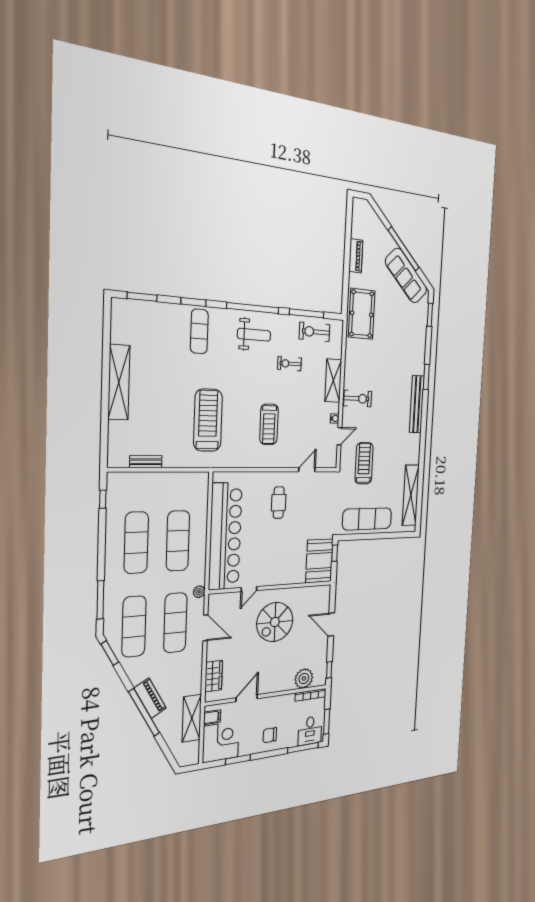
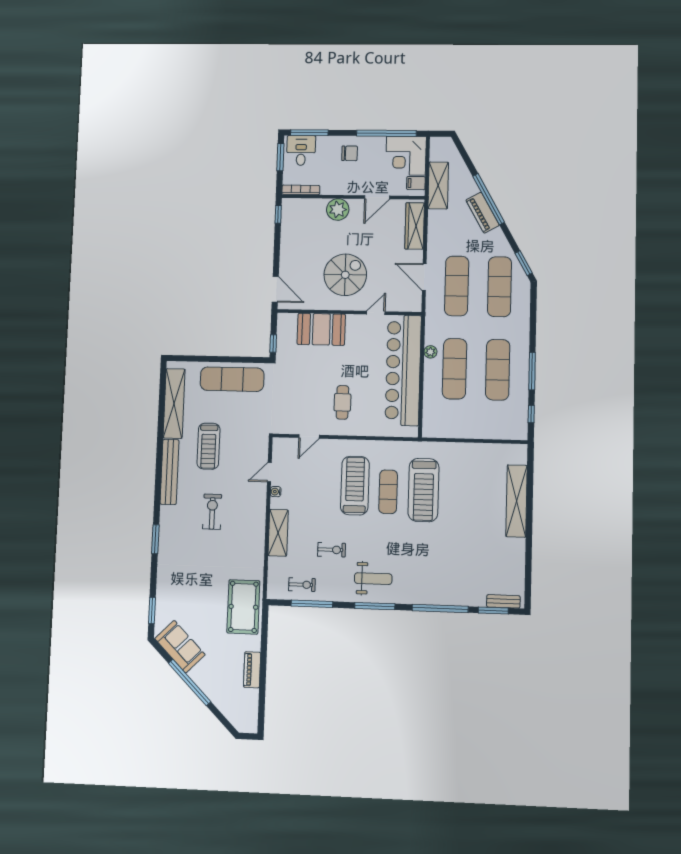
sofa: (406, 276) -> (180, 647), width x0.73
window: (193, 302) -> (440, 609), width x2.11
window: (253, 308) -> (375, 606), width x0.68
exercise mat: (199, 331) -> (388, 492), moved
exercise bike: (315, 332) -> (302, 585), width x0.73, depth x0.72
weight bench: (254, 335) -> (373, 579), turned 180
shelving: (119, 382) -> (516, 501), moved
exercise bike: (358, 399) -> (212, 512), moved, turned 90
bench: (417, 404) -> (169, 472), moved
treadmill: (269, 424) -> (355, 486), width x1.37, depth x1.38
bench: (146, 462) -> (503, 601), moved
treadmill: (364, 463) -> (208, 446), moved
booth: (319, 561) -> (321, 329), moved, turned 90
plant: (199, 592) -> (430, 352), moved
window: (100, 600) -> (532, 371), moved
door: (331, 624) -> (275, 289), moved
wardrobe: (214, 676) -> (415, 226), width x1.50
plant: (304, 678) -> (338, 209), moved
window: (238, 760) -> (386, 133), width x2.11

